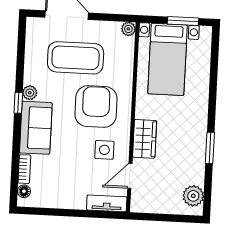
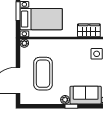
armchair: (96, 106) -> (71, 60), removed

